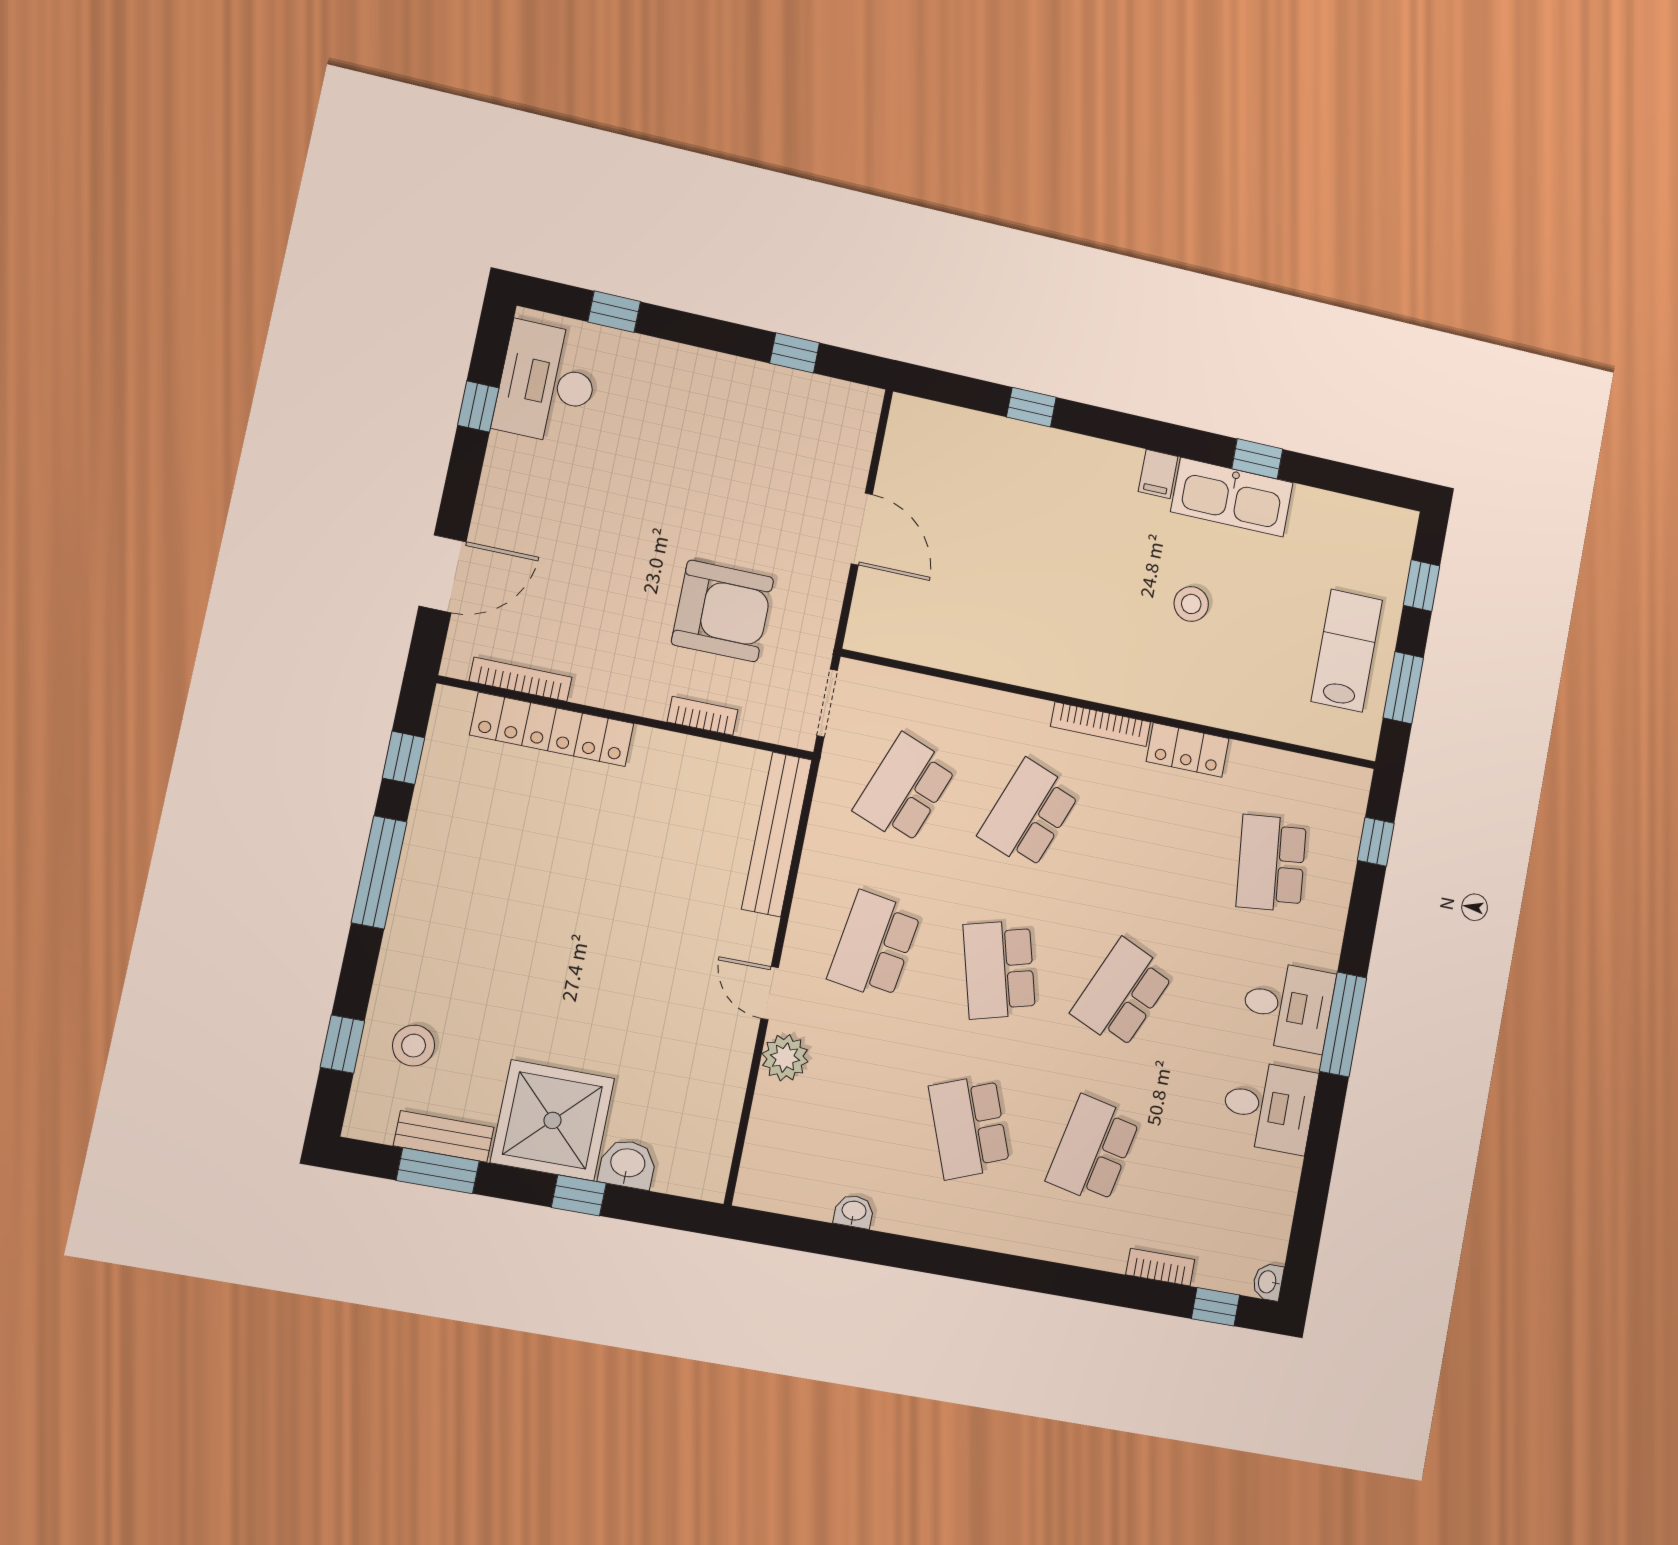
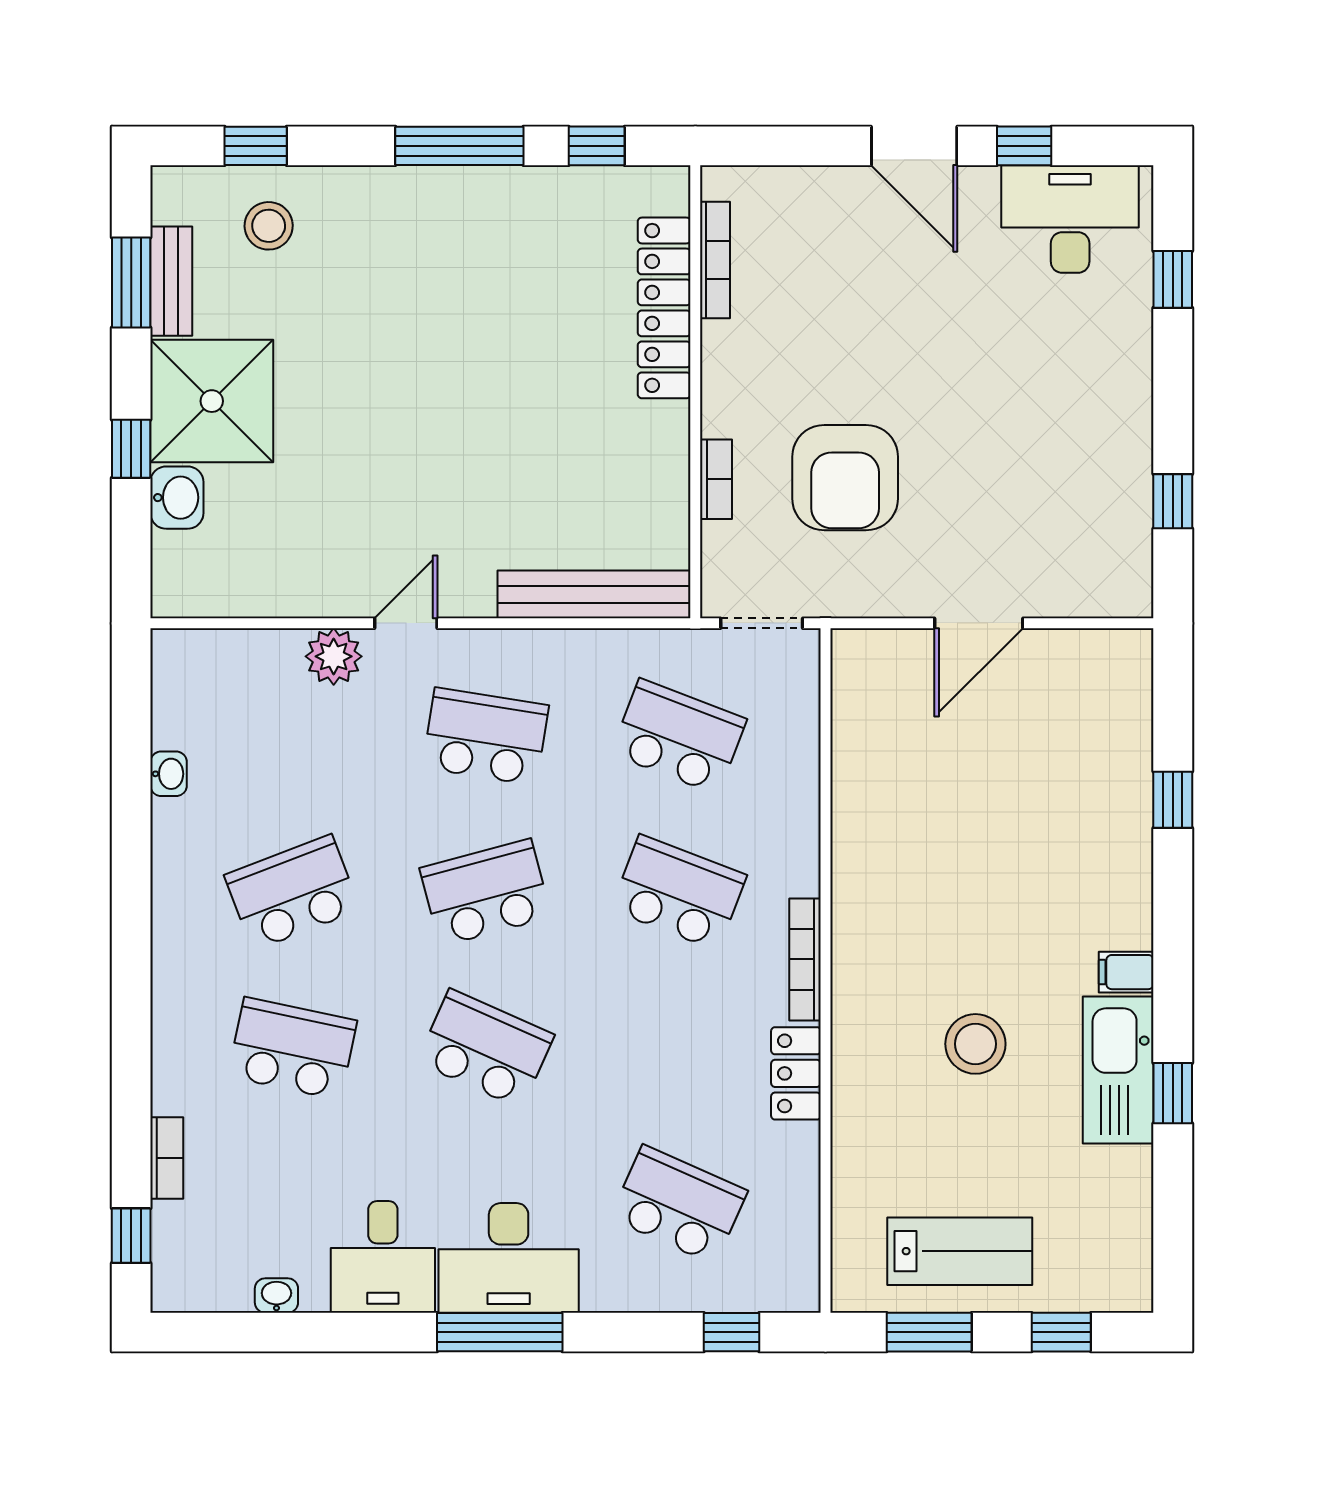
door: (443, 574) -> (914, 146), moved
stool: (1191, 604) -> (975, 1044), width x1.38, depth x1.38
school desk: (1271, 863) -> (679, 1205), turned 30
desk: (1288, 1006) -> (509, 1258), width x1.37
washbasin: (1268, 1282) -> (276, 1296), moved

